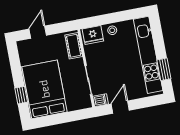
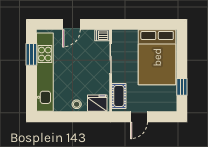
door: (38, 32) -> (139, 117), moved
window: (21, 95) -> (182, 87), moved
door: (120, 107) -> (71, 24), moved

